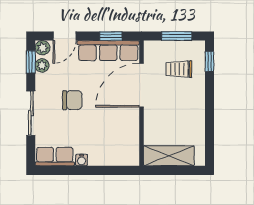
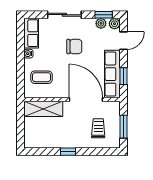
door: (65, 36) -> (123, 41), swing flipped
window: (209, 61) -> (68, 152), moved
chair: (72, 100) -> (74, 47), turned -90
coffee table: (112, 143) -> (41, 77), added
shelving: (169, 156) -> (43, 109), moved, turned 90

